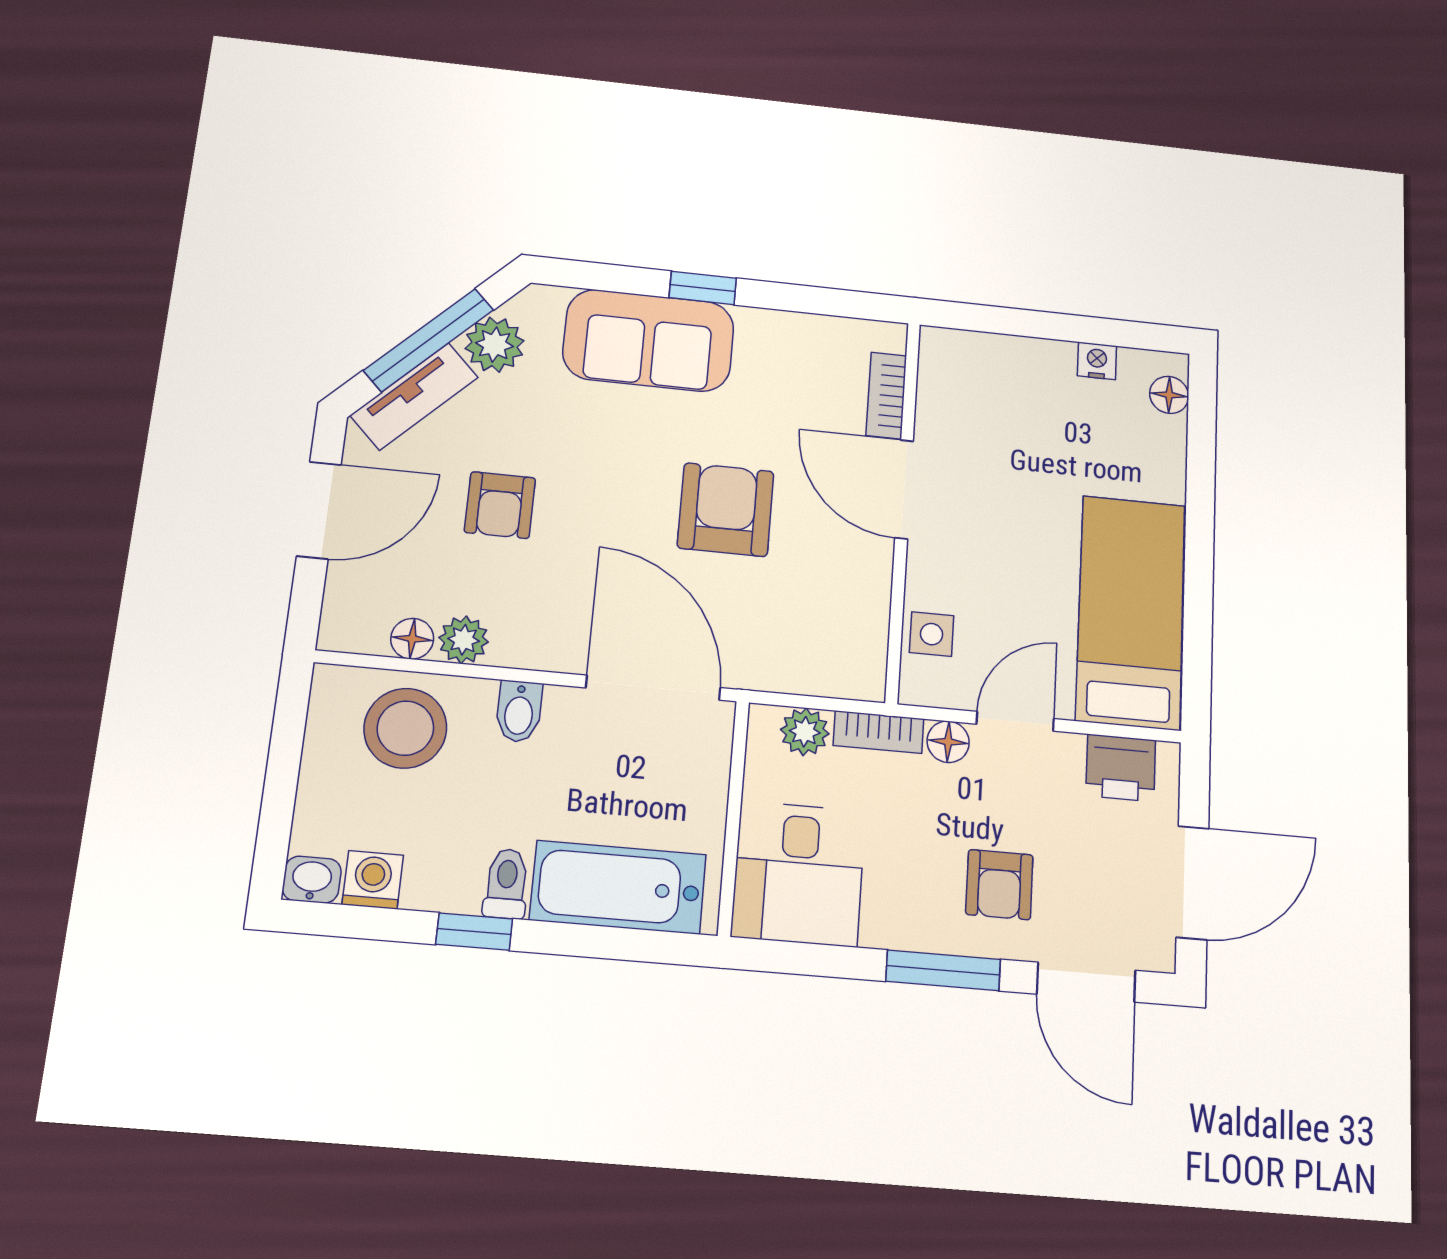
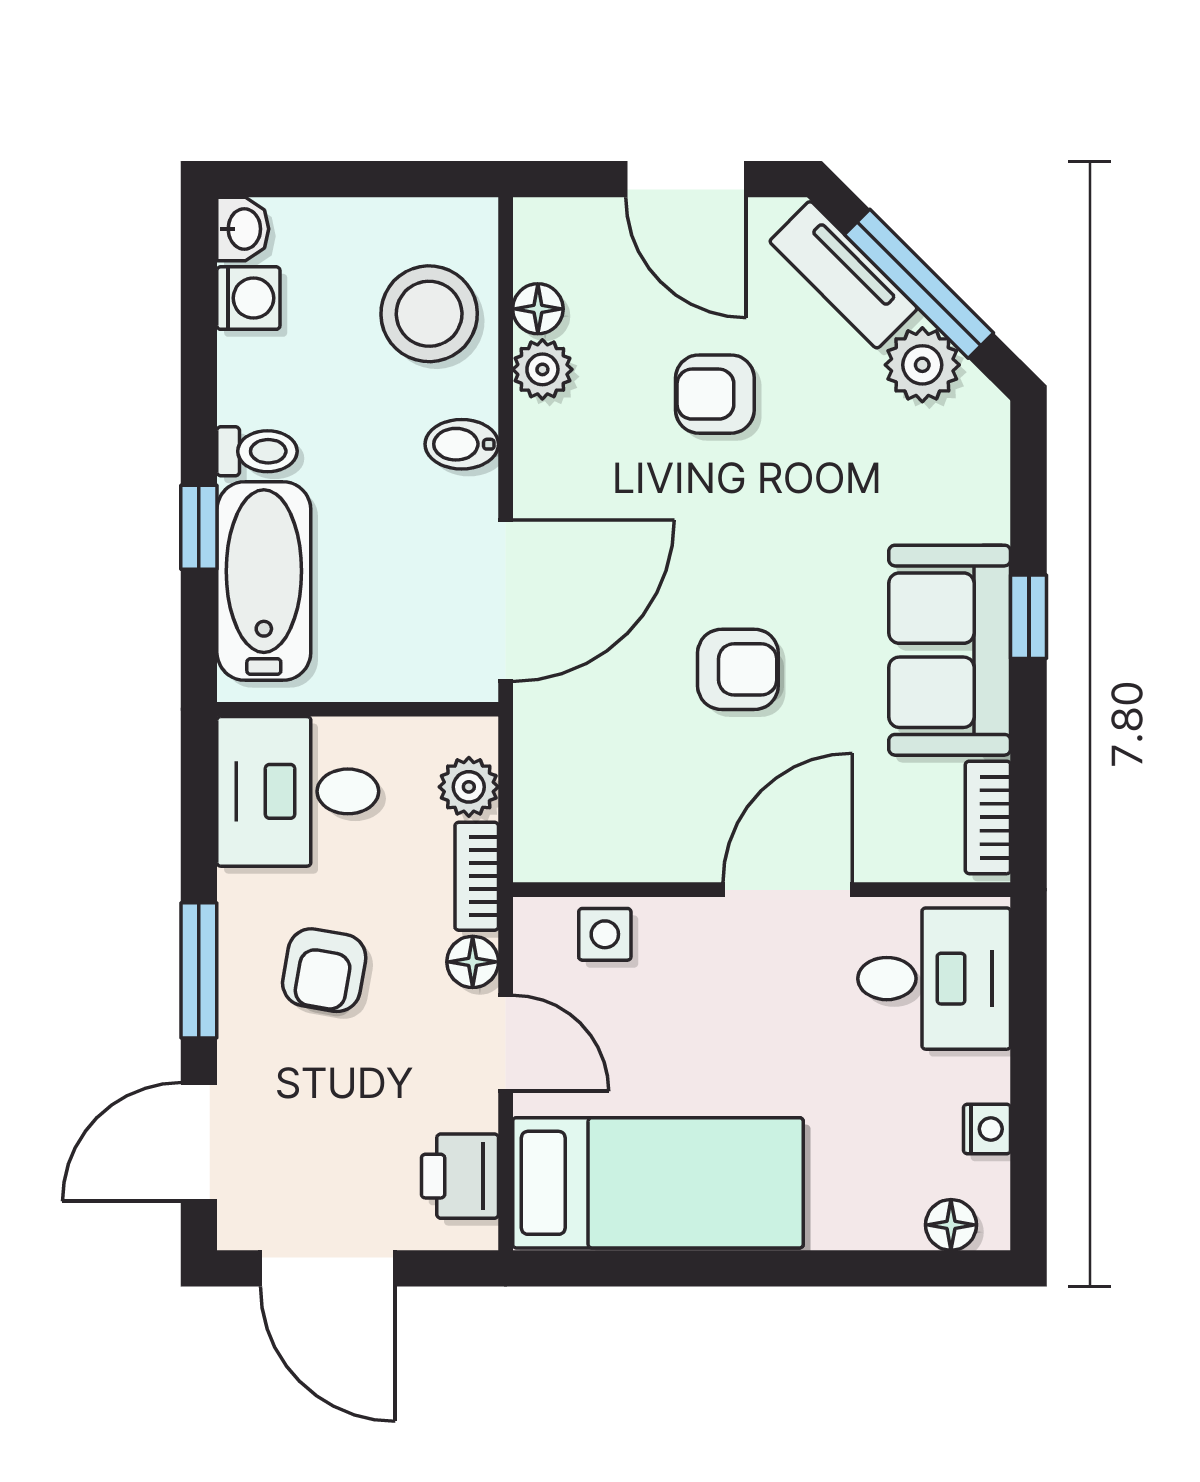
sofa: (649, 340) -> (950, 650), moved
desk: (980, 387) -> (934, 979), added
bookcase: (886, 396) -> (988, 817), moved, turned -90
armchair: (726, 510) -> (738, 669), width x0.72, depth x0.72
armchair: (999, 885) -> (324, 970), moved, turned -80
window: (474, 932) -> (199, 527), moved

